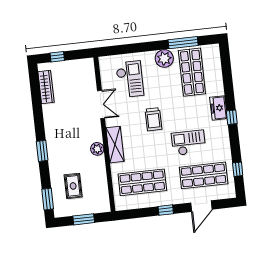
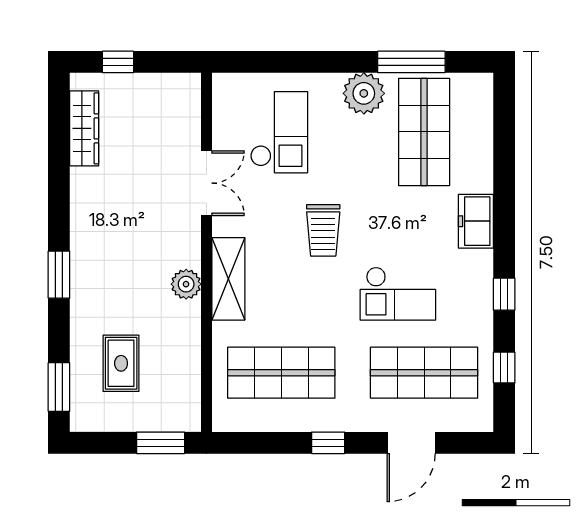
window: (232, 117) -> (504, 294), moved
checkout: (188, 143) -> (398, 294), turned 180
window: (84, 219) -> (161, 443), moved

